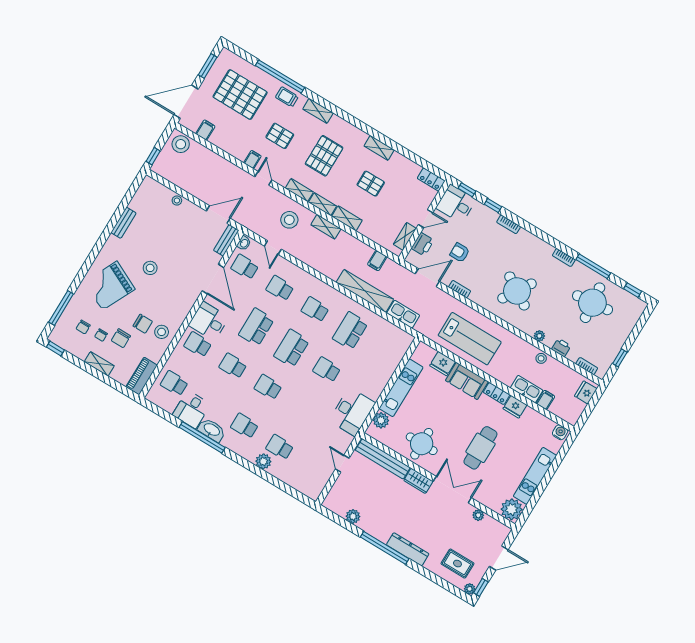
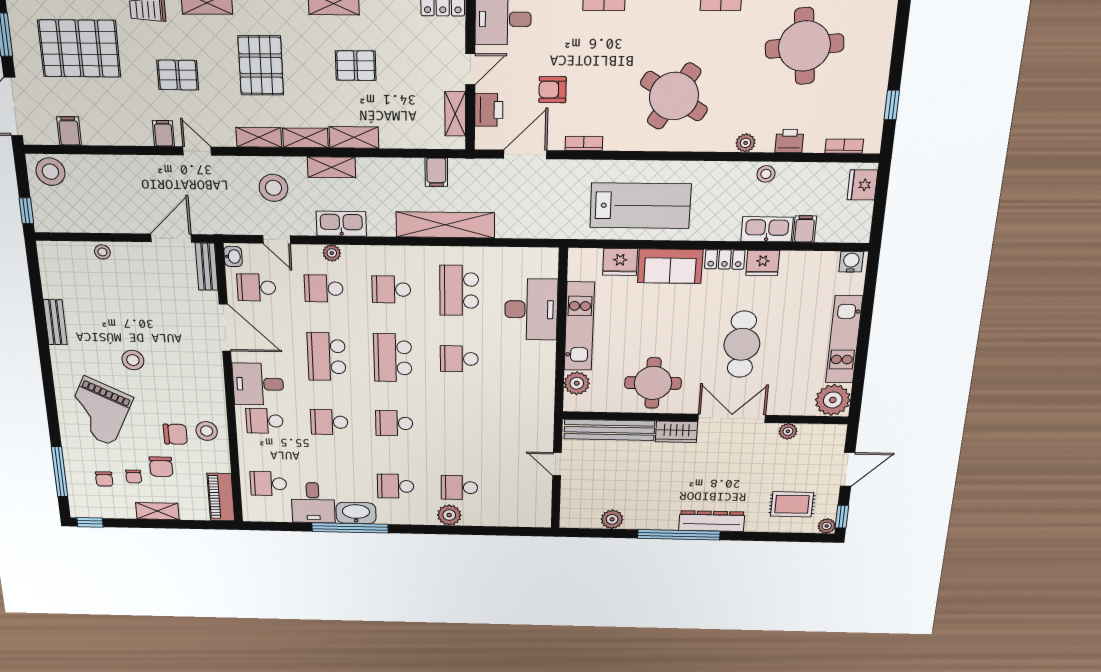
plant: (297, 272) -> (332, 253), added
kitchen sink: (403, 314) -> (341, 224), moved
desk: (352, 412) -> (531, 309), moved

